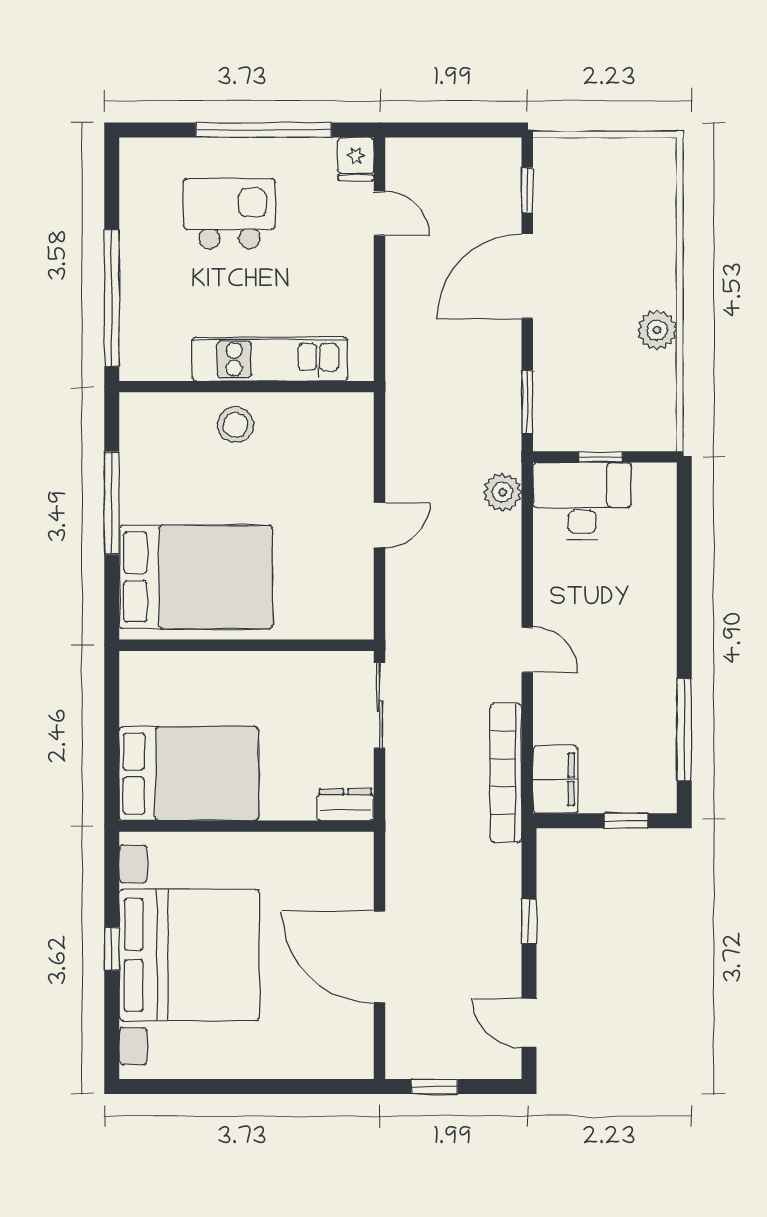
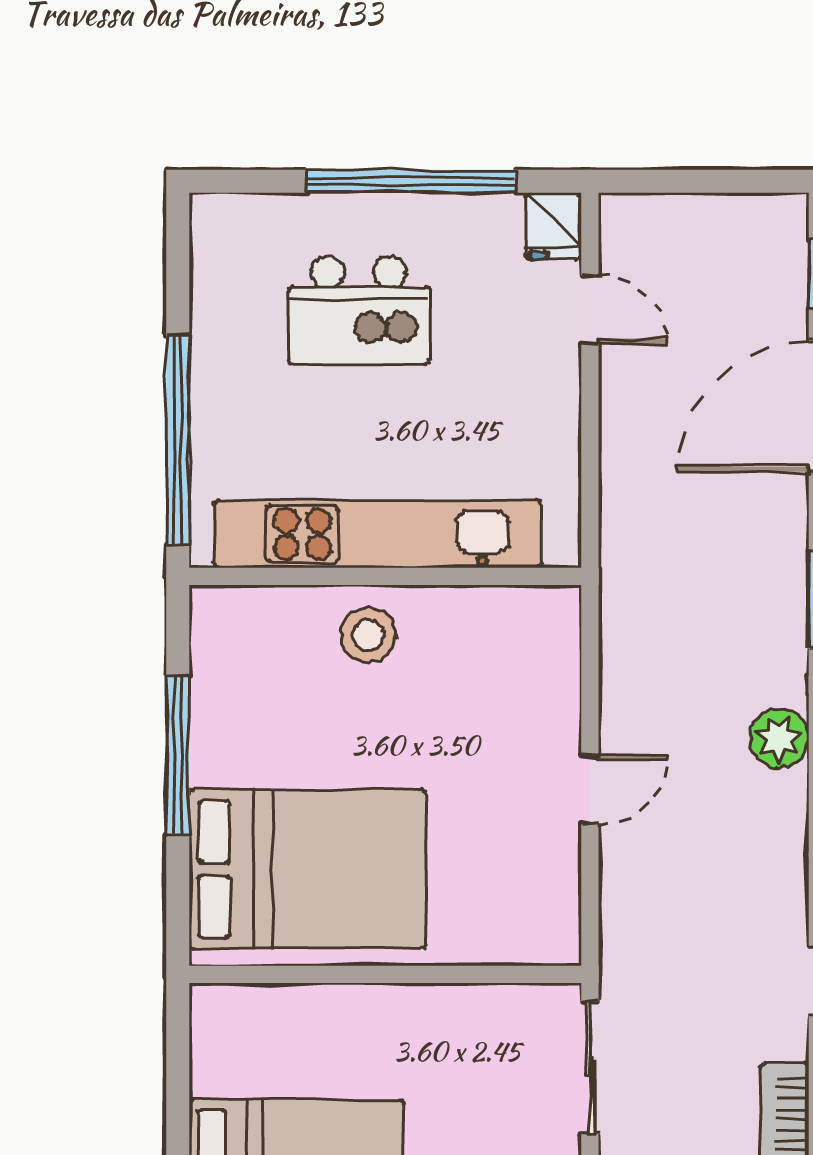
kitchen island: (229, 214) -> (359, 310), turned 180
kitchen unit: (270, 359) -> (378, 534), width x1.36

